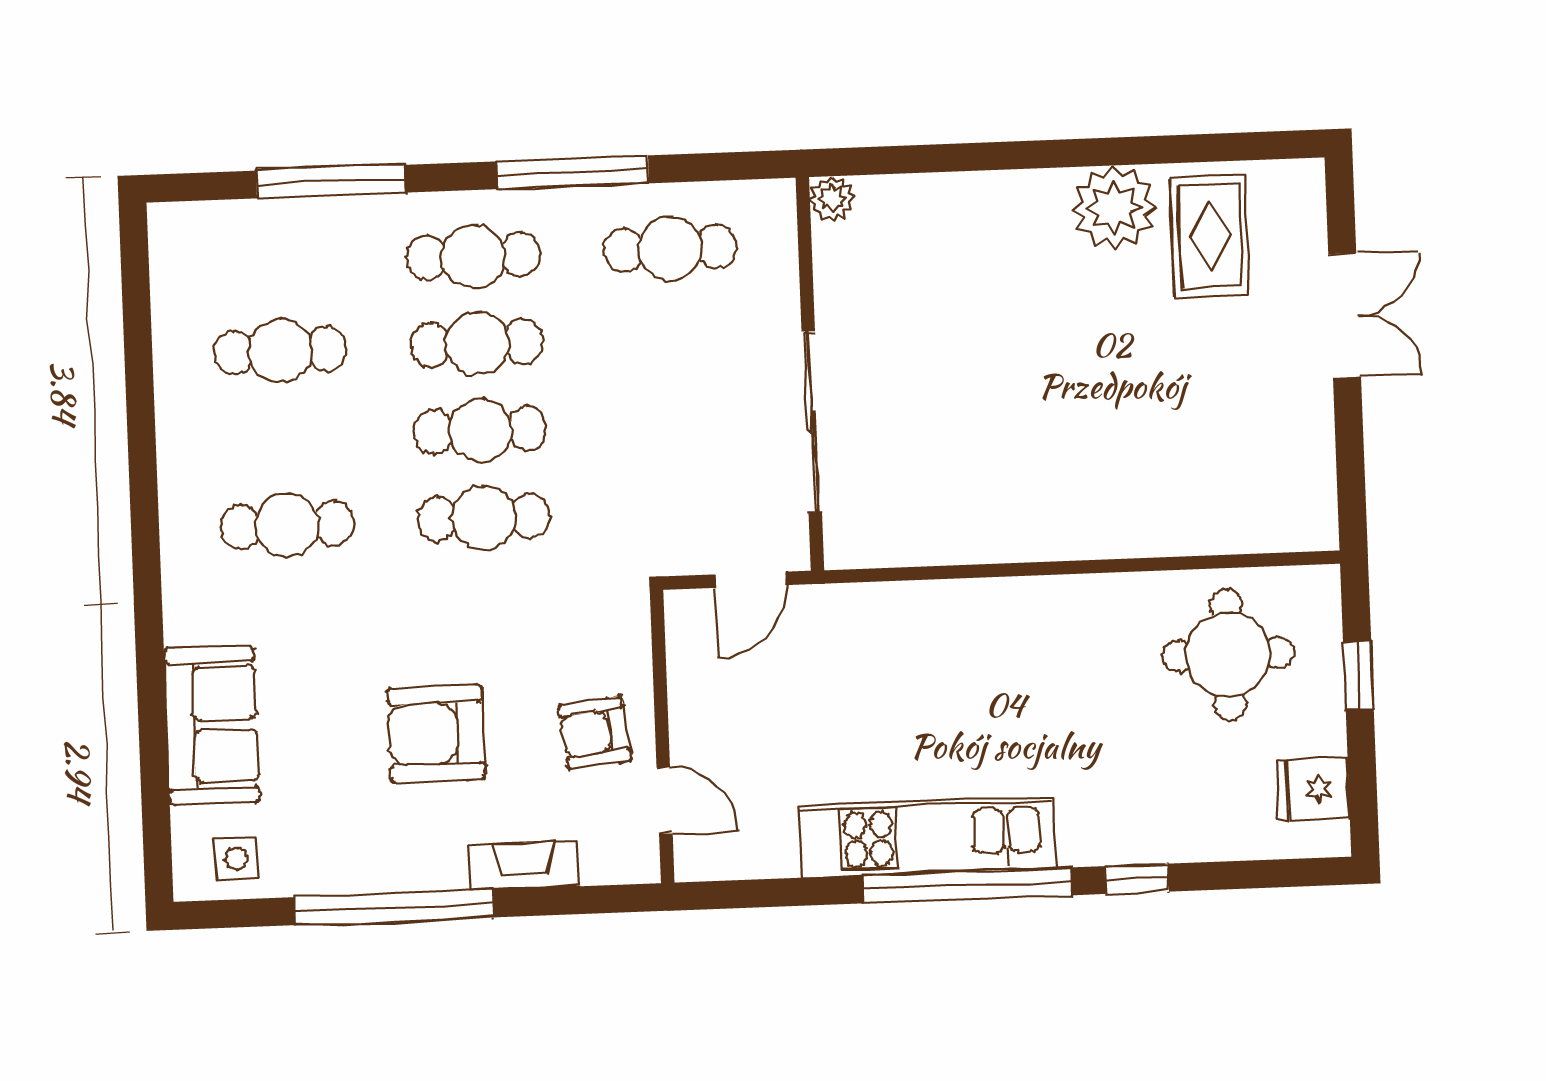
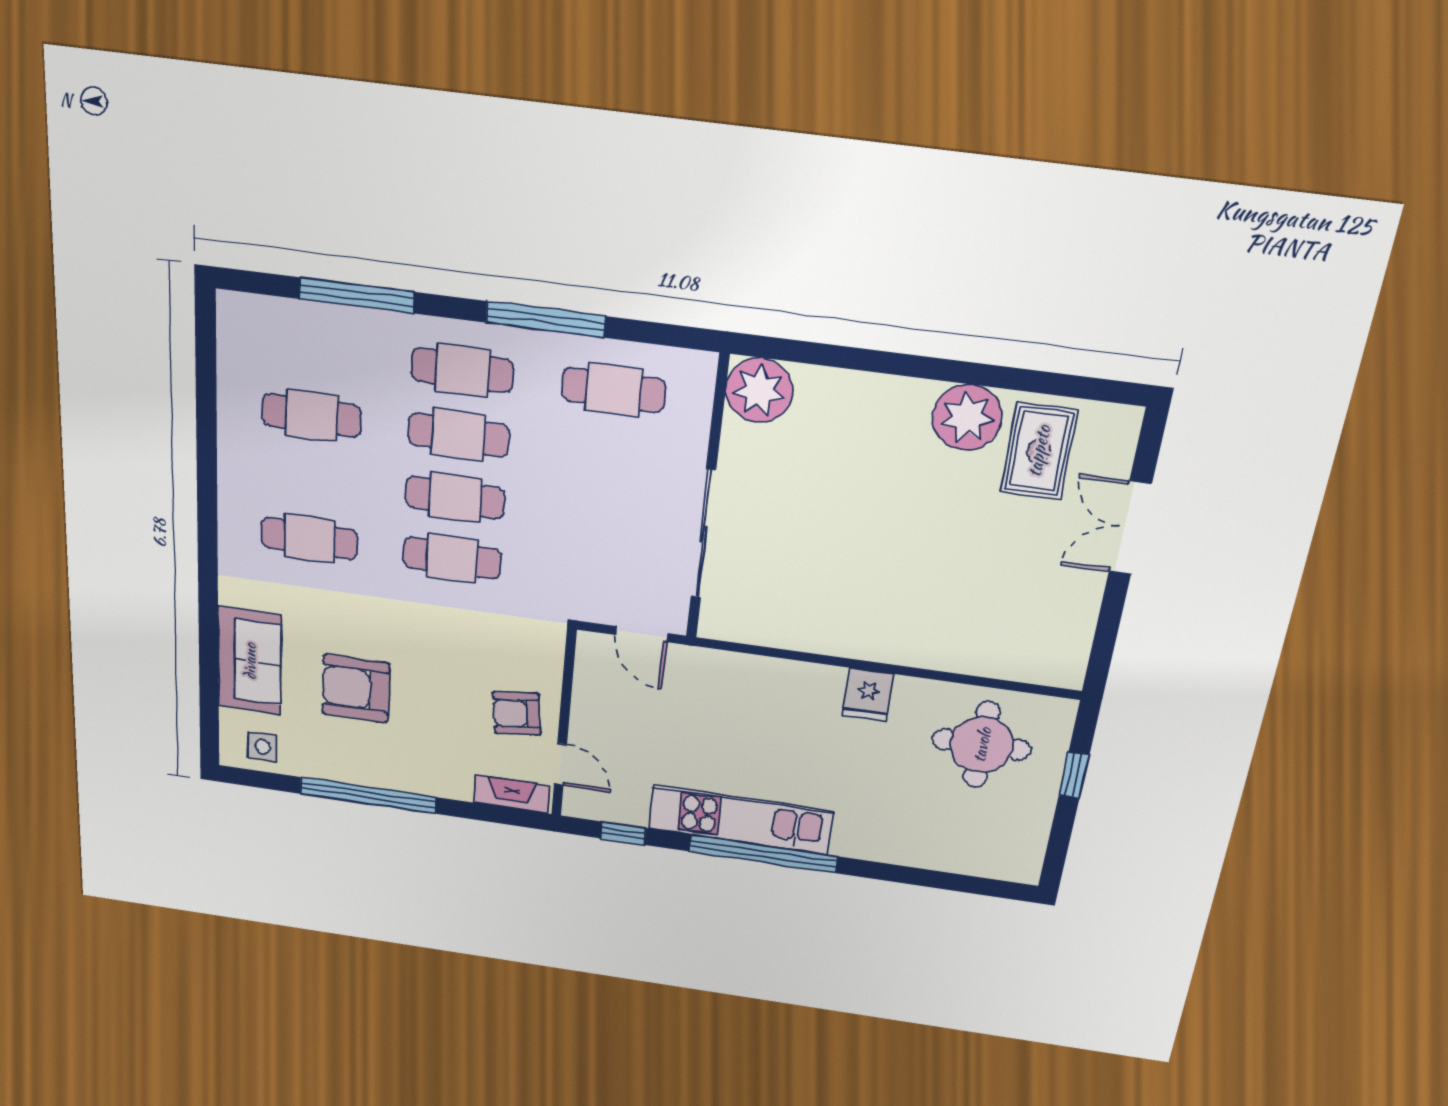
plant: (832, 199) -> (759, 390), width x1.87, depth x1.87
double door: (1345, 316) -> (1130, 528), swing flipped
door: (751, 580) -> (641, 634), hinge flipped
armchair: (436, 734) -> (356, 689), moved
fridge: (1313, 789) -> (868, 695), moved, turned -90
fireplace: (524, 866) -> (512, 794), moved
window: (1137, 879) -> (623, 833), moved

